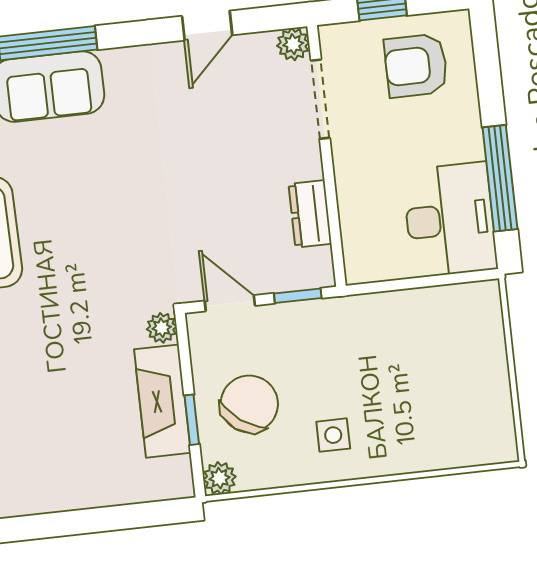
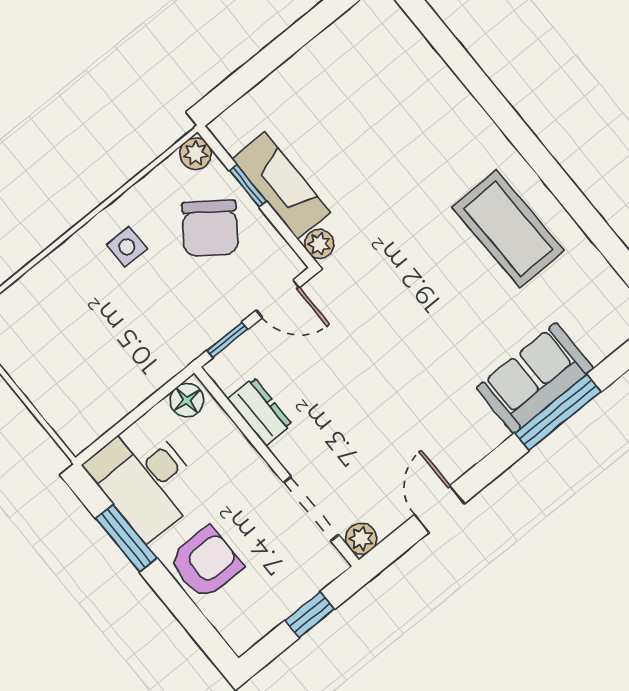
armchair: (416, 66) -> (206, 563), moved
window: (500, 178) -> (126, 538), width x0.69
floor lamp: (368, 266) -> (187, 400), added

